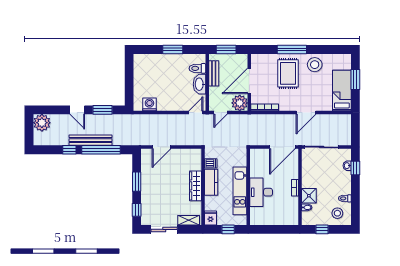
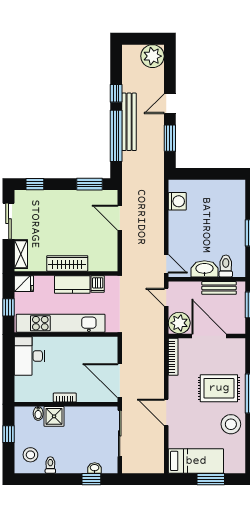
window: (137, 182) -> (90, 184), moved
kitchen unit: (240, 191) -> (61, 323), width x1.36
desk: (261, 192) -> (30, 356), moved, turned -90

